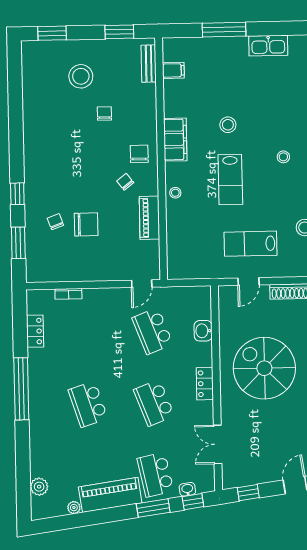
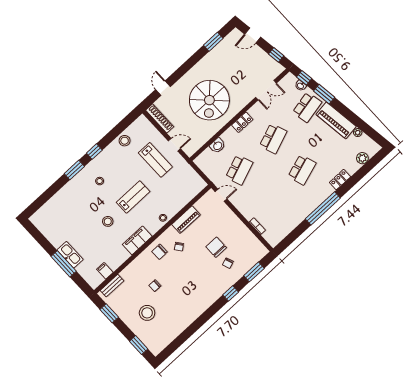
kitchen sink: (268, 46) -> (70, 255), moved
locker: (35, 331) -> (340, 180), moved

